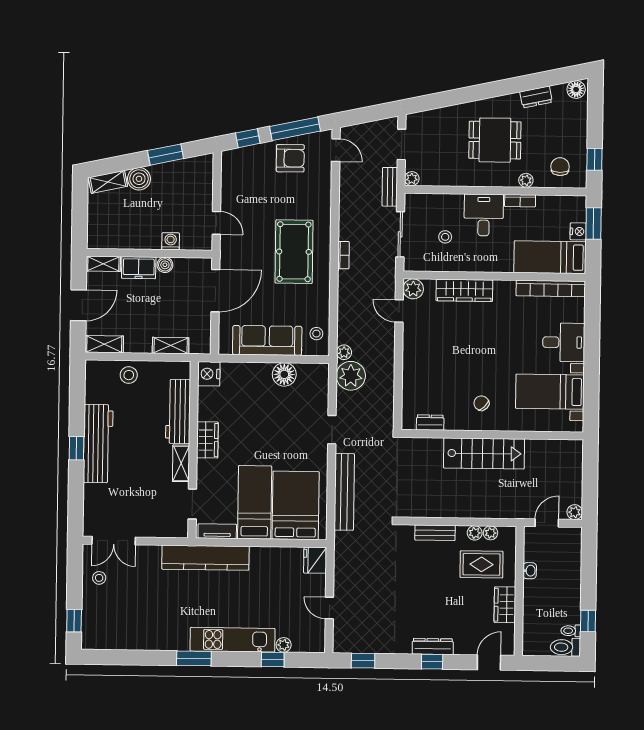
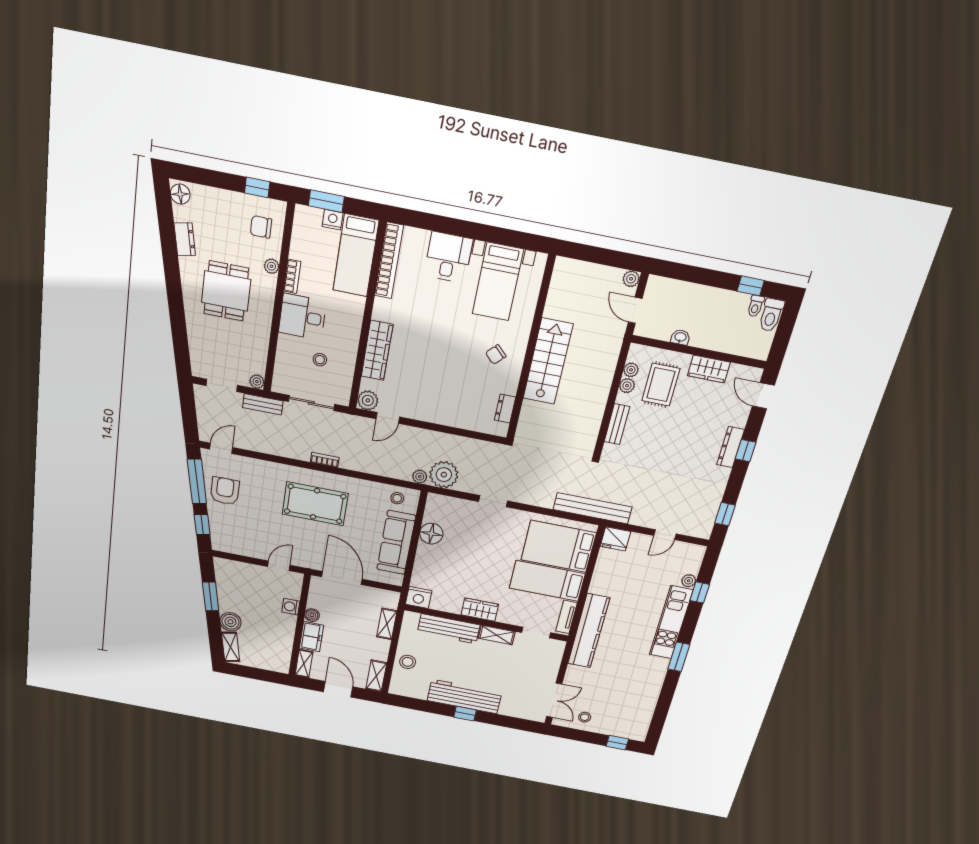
bench: (344, 492) -> (593, 508), moved

